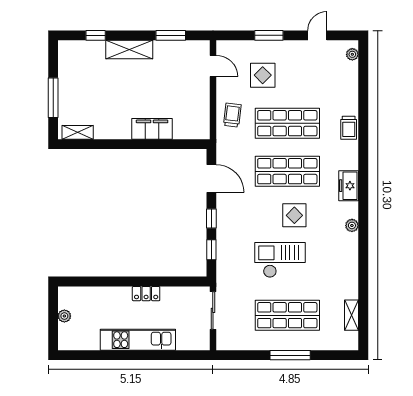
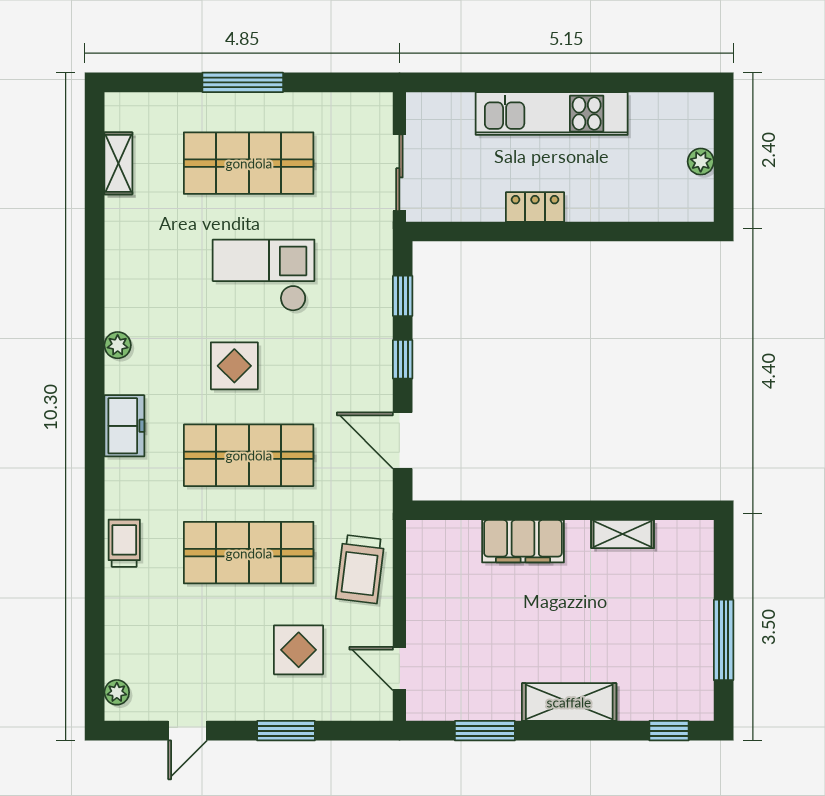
window: (96, 35) -> (669, 731), moved
window: (53, 98) -> (724, 640), moved
trolley: (232, 115) -> (360, 569), width x1.36, depth x1.39
shelving: (78, 132) -> (623, 534), moved
checkout: (280, 260) -> (264, 275), turned 180

